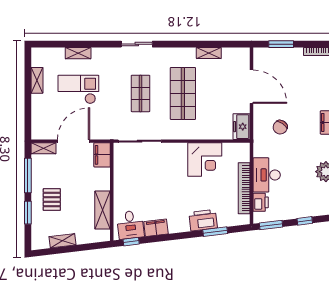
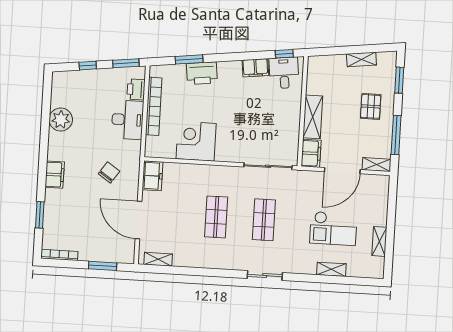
shelving: (209, 53) -> (158, 259), moved
shop shelf: (183, 93) -> (216, 217), width x0.70, depth x0.74
shelving: (103, 210) -> (313, 117), moved
window: (28, 213) -> (399, 80), moved

